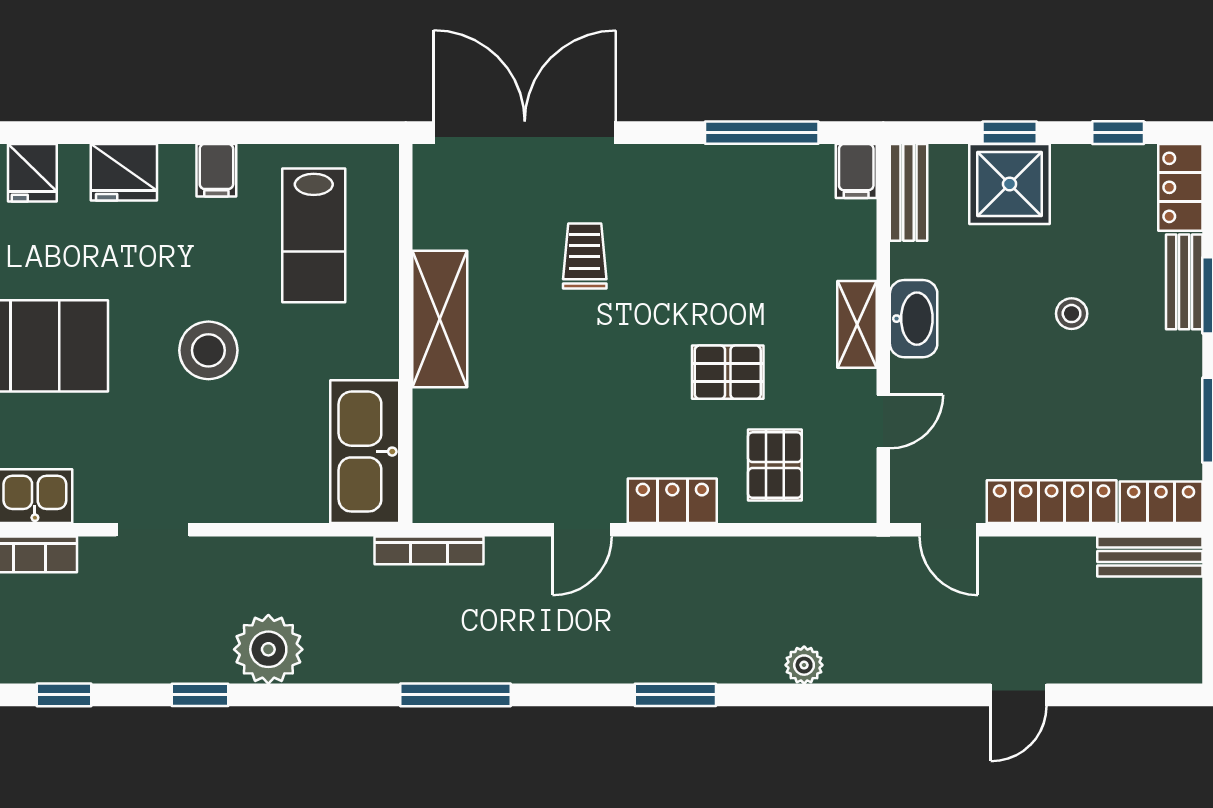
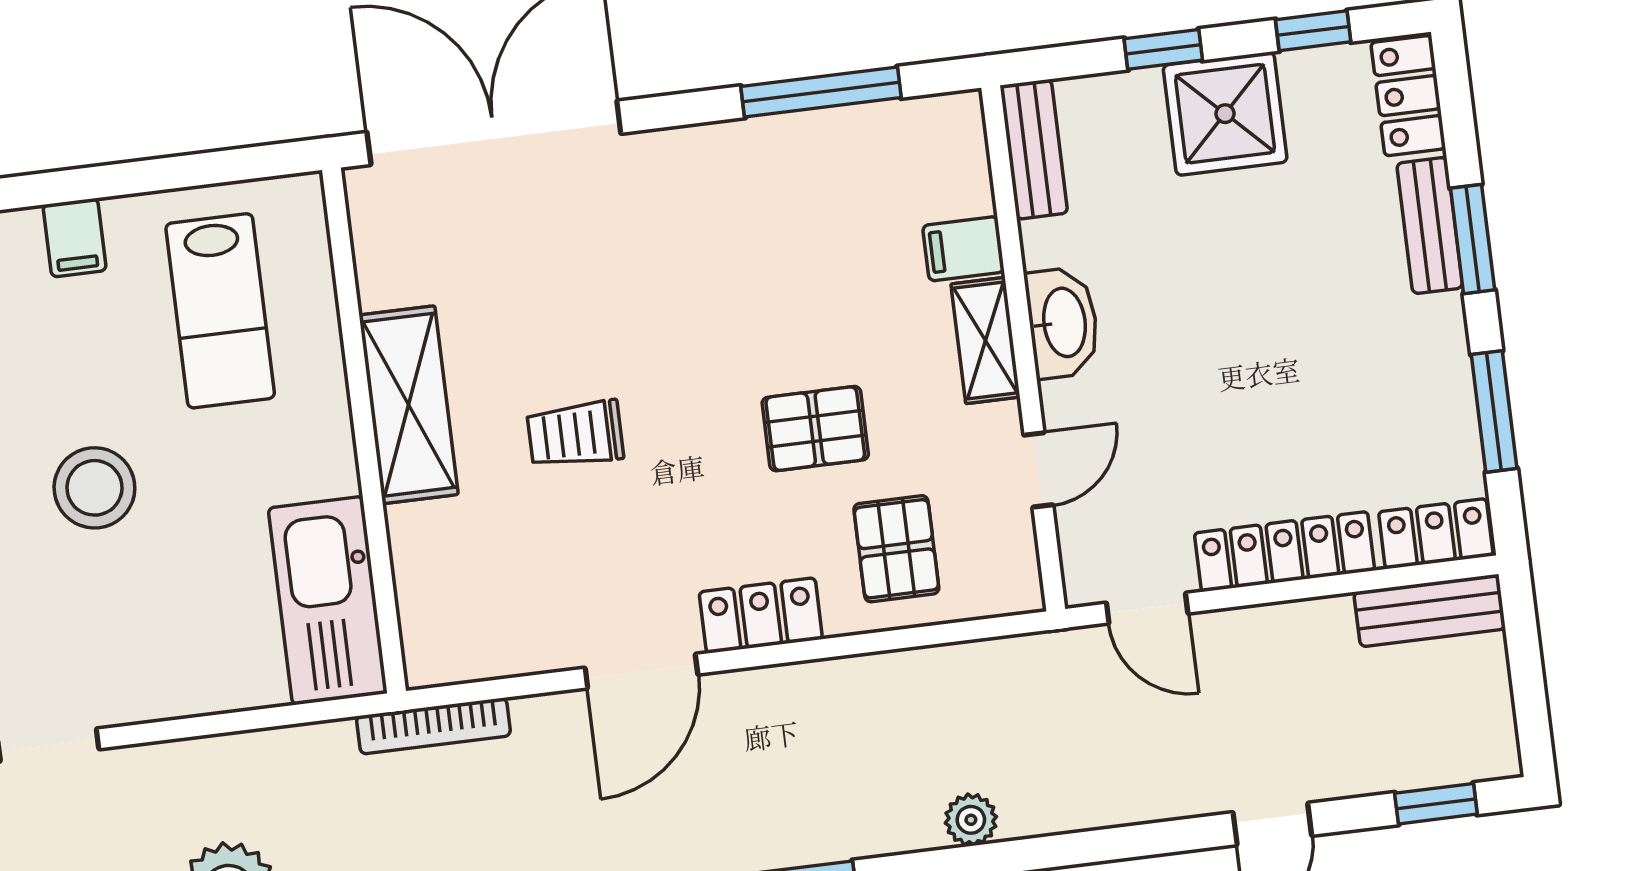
filing cabinet: (856, 171) -> (963, 249), moved, turned 90
shower: (1010, 184) -> (1225, 114), moved
trolley: (585, 256) -> (575, 434), moved, turned -90
stool: (1072, 314) -> (1280, 289), removed
door: (582, 530) -> (641, 671), width x1.38
window: (1137, 695) -> (1436, 804), added

